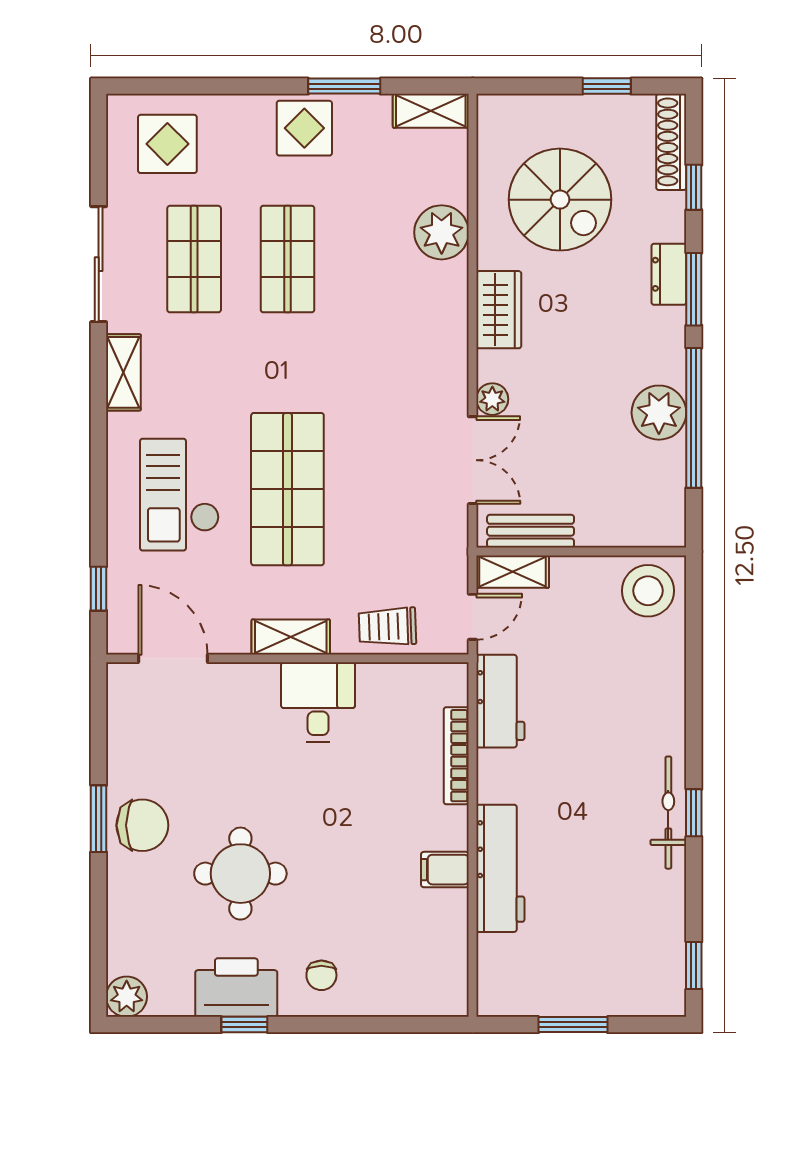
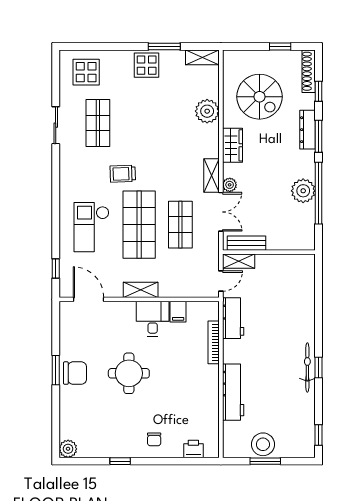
shop shelf: (287, 259) -> (180, 225), moved
sliding door: (99, 264) -> (56, 125), width x0.73
dresser: (669, 274) -> (308, 130), width x1.44
shelving: (123, 372) -> (212, 176), moved
stool: (648, 591) -> (263, 444), moved
trolley: (387, 626) -> (123, 174), moved
filing cabinet: (445, 870) -> (178, 312), moved, turned -90
round table: (240, 874) -> (129, 373), moved
printer: (236, 988) -> (193, 449), moved, width x0.53, depth x0.68

